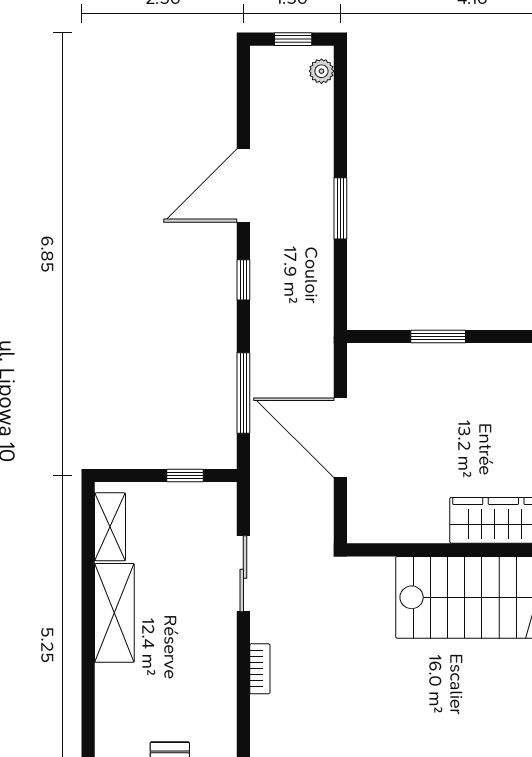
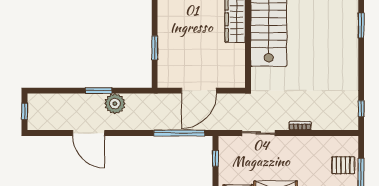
plant: (321, 71) -> (115, 104), moved, width x1.88, depth x1.88
window: (243, 280) -> (130, 133), removed
window: (243, 393) -> (179, 133), width x1.46

